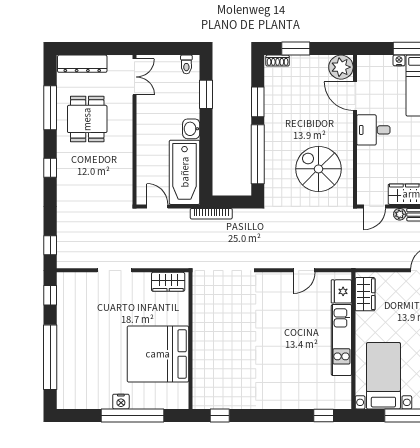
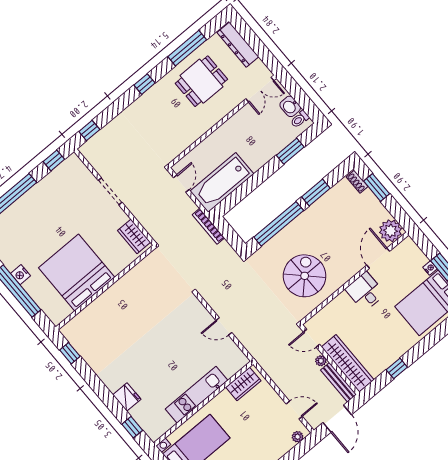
washbasin: (191, 129) -> (290, 106), moved, turned -90
fridge: (341, 291) -> (127, 397), moved, turned 90

